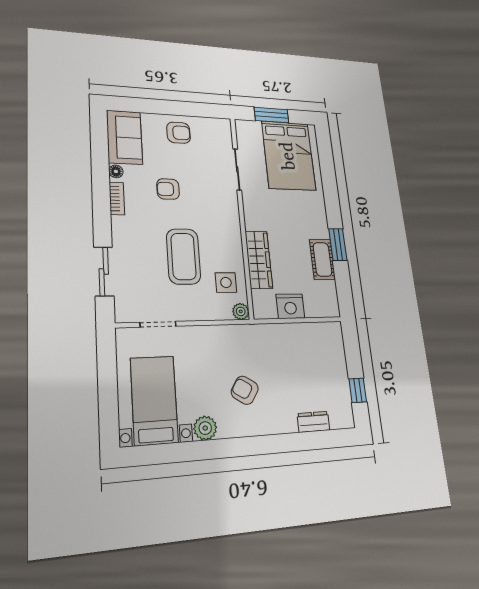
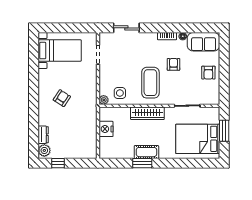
coffee table: (183, 256) -> (150, 83), moved, turned 90
cot: (322, 259) -> (146, 152), moved
wardrobe: (259, 260) -> (147, 113), moved
plant: (205, 428) -> (44, 150), moved

